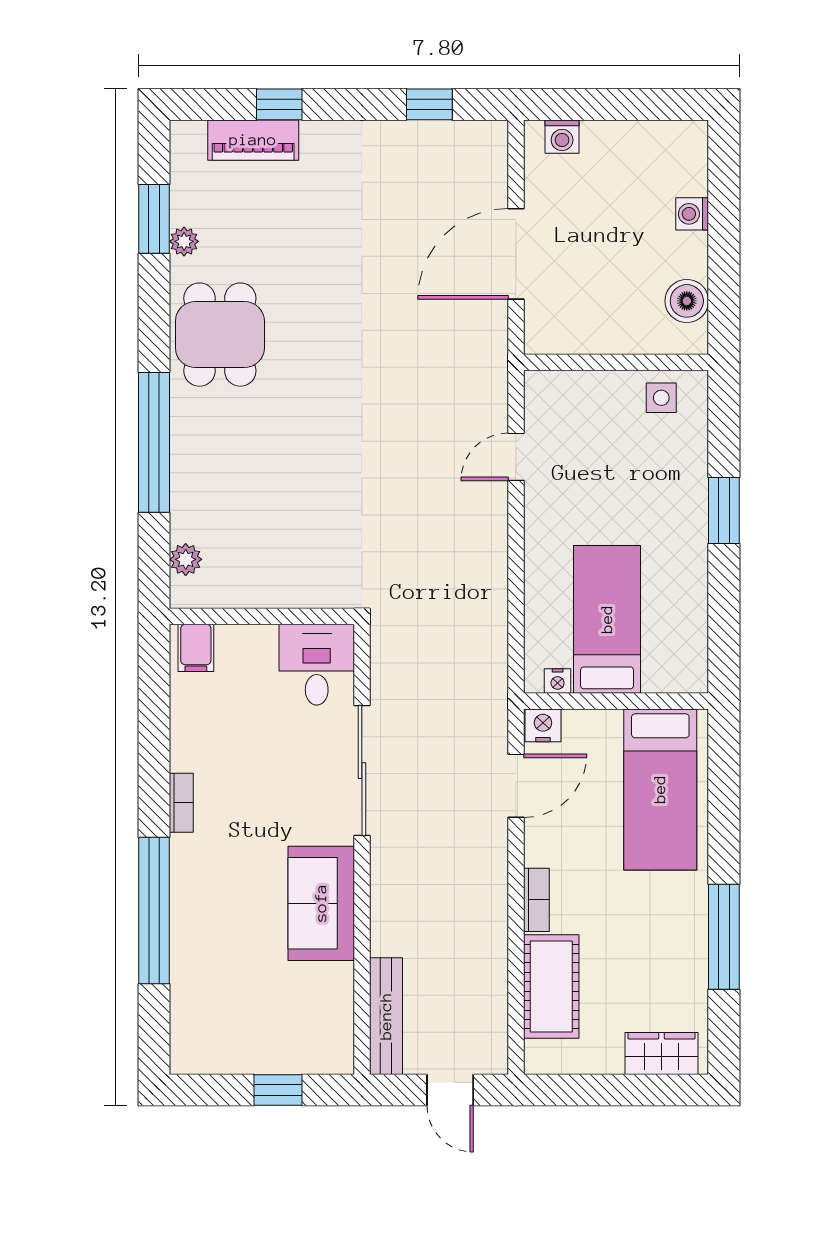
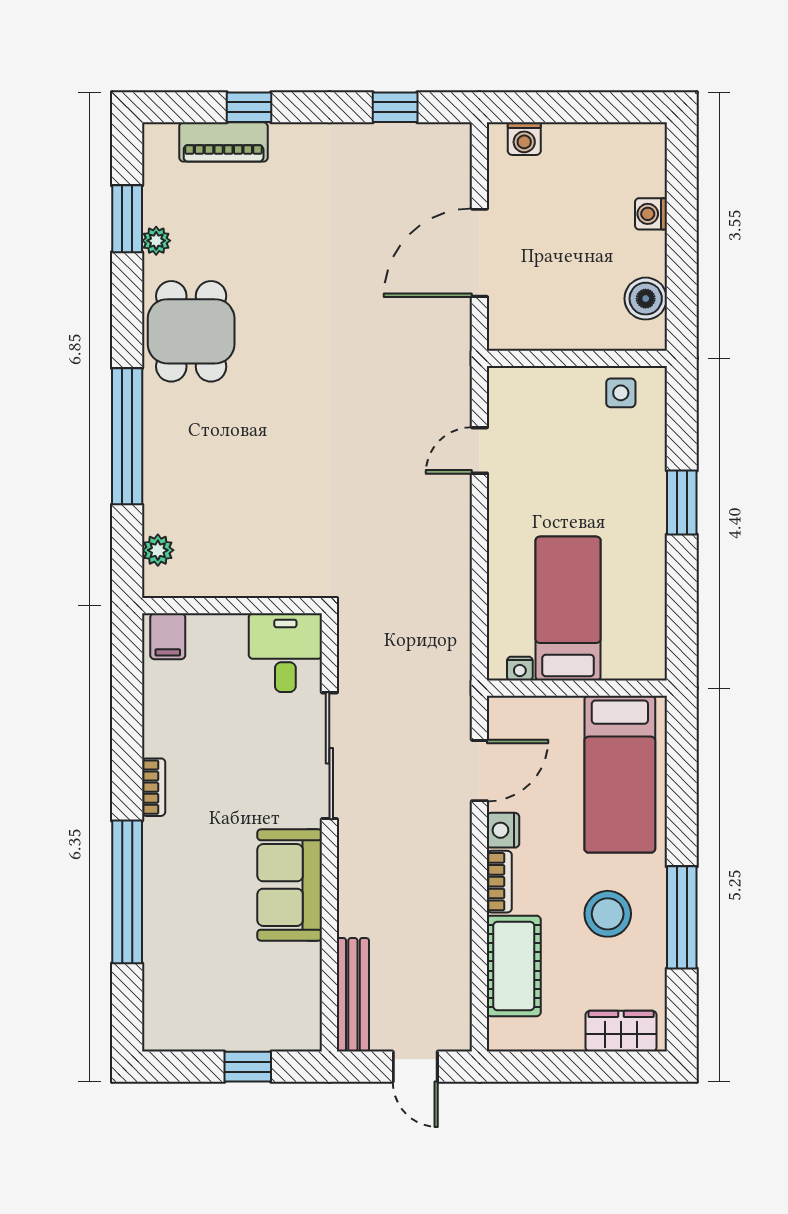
nightstand: (543, 725) -> (503, 830), moved, turned -90
stool: (648, 933) -> (608, 914), added

